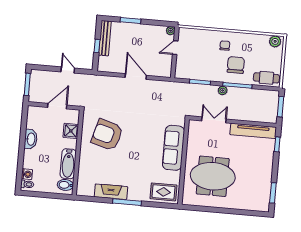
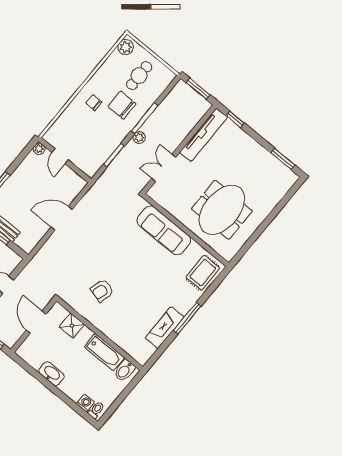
cafe table: (266, 78) -> (139, 76), moved
armchair: (107, 135) -> (102, 290), width x0.53, depth x0.53

